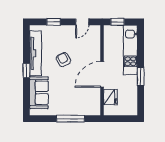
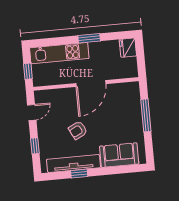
door: (82, 22) -> (32, 112), hinge flipped
window: (26, 71) -> (79, 174), moved
door: (102, 74) -> (91, 84), hinge flipped
fridge: (110, 97) -> (128, 48), moved, turned -90

